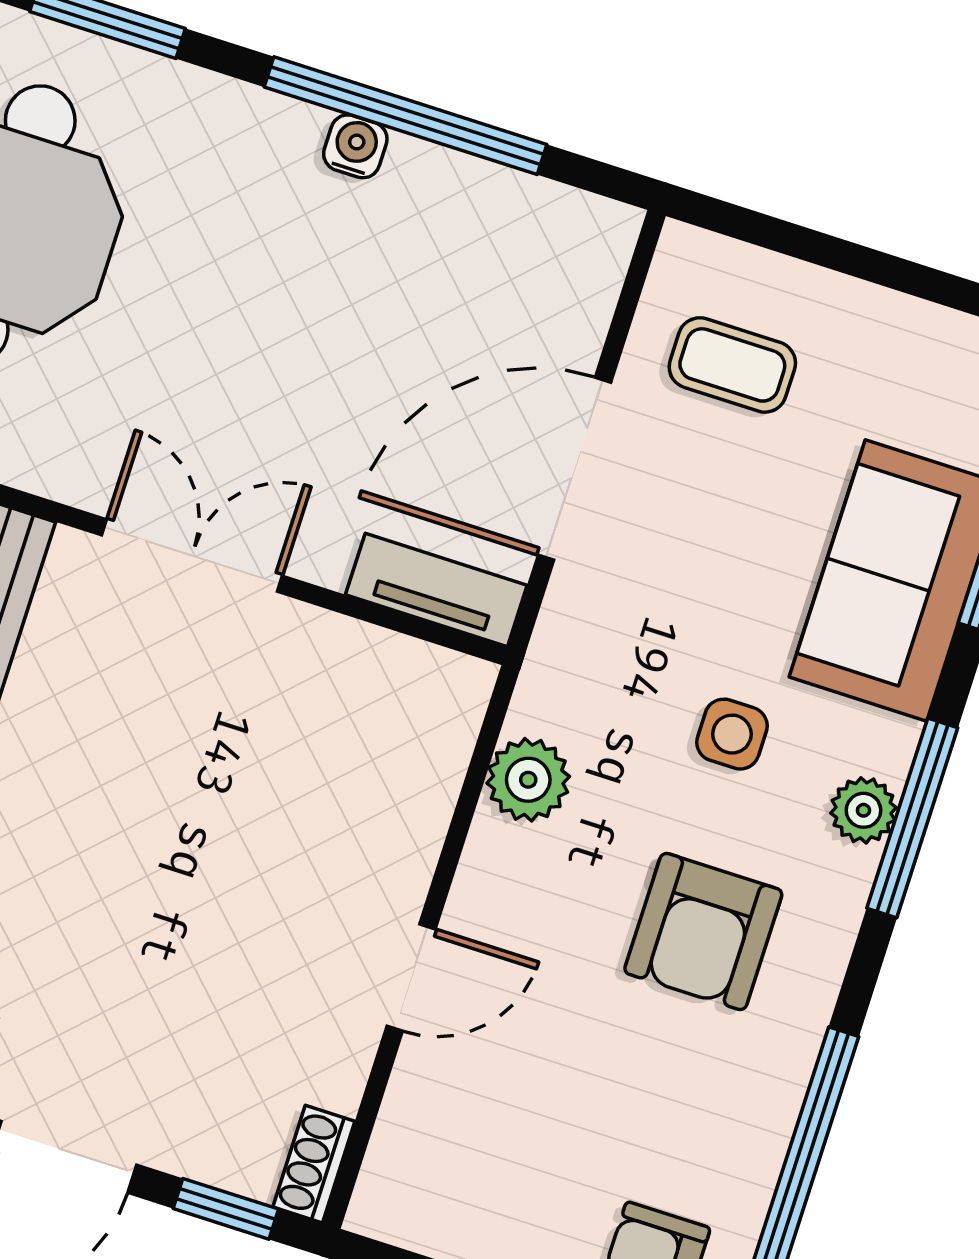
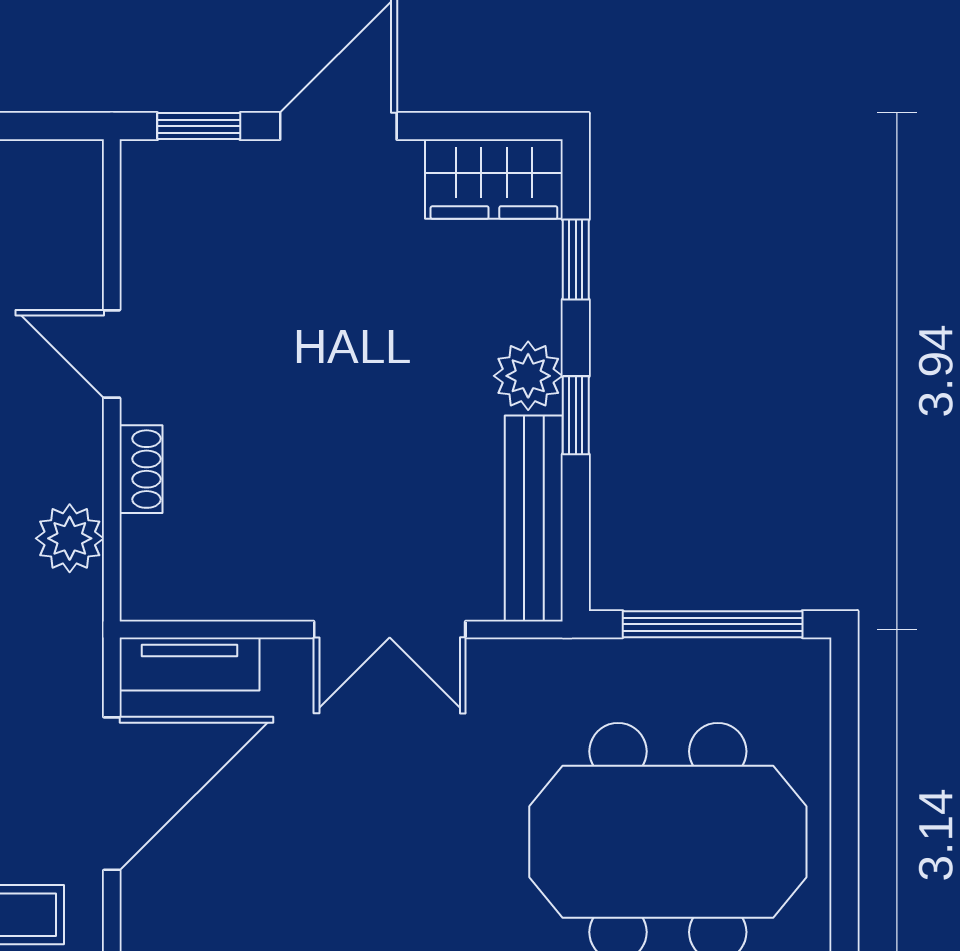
door: (411, 977) -> (112, 354), hinge flipped
shoe rack: (314, 1164) -> (141, 469), moved

